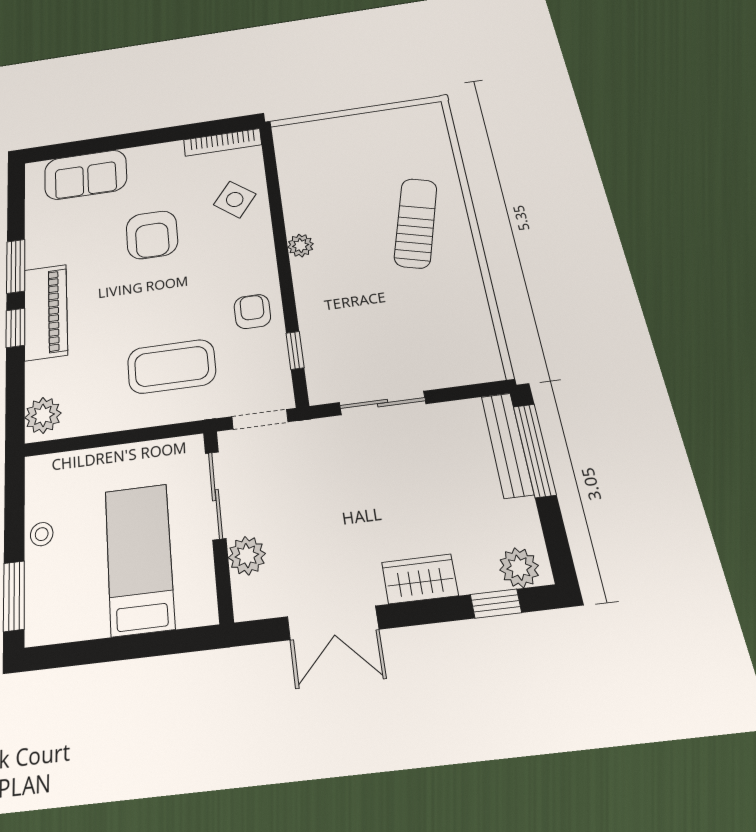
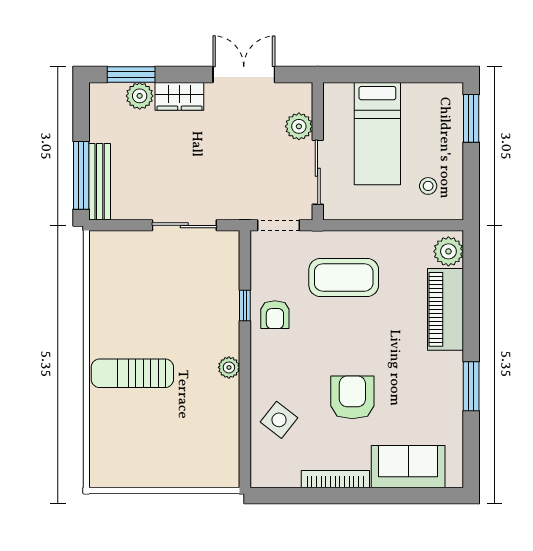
bookcase: (222, 142) -> (335, 479), moved
sun lounger: (416, 223) -> (132, 373), turned 75
piano: (46, 312) -> (445, 309), moved
window: (15, 328) -> (471, 329), removed
window: (295, 350) -> (245, 305), moved
stool: (42, 534) -> (428, 186), moved
plant: (519, 568) -> (140, 96), moved
window: (496, 604) -> (131, 75), width x1.50

